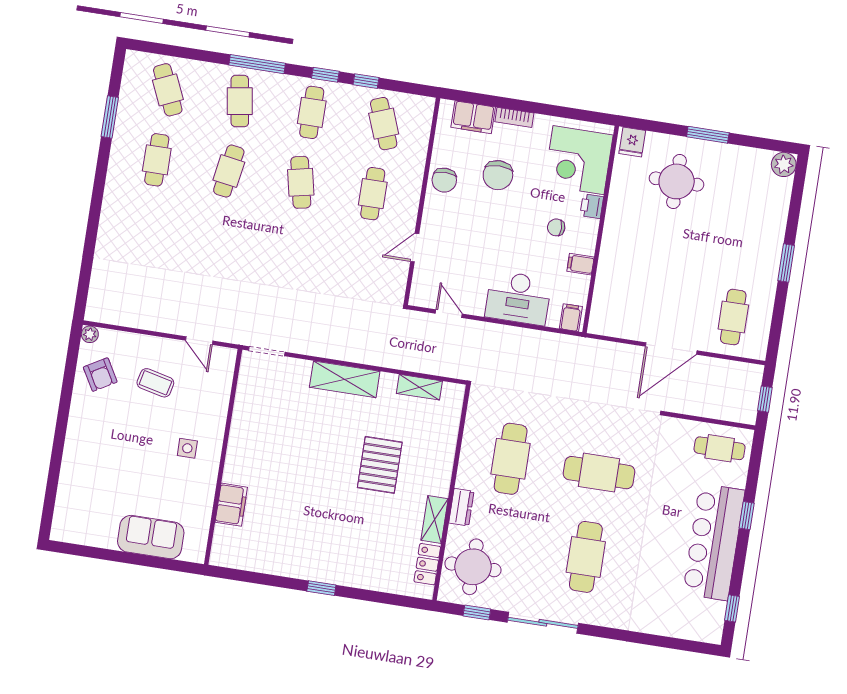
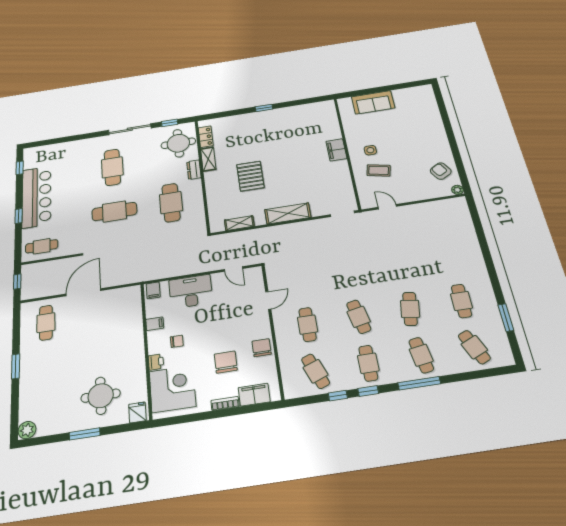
coffee table: (155, 383) -> (379, 170), moved
filing cabinet: (231, 505) -> (336, 150), moved

